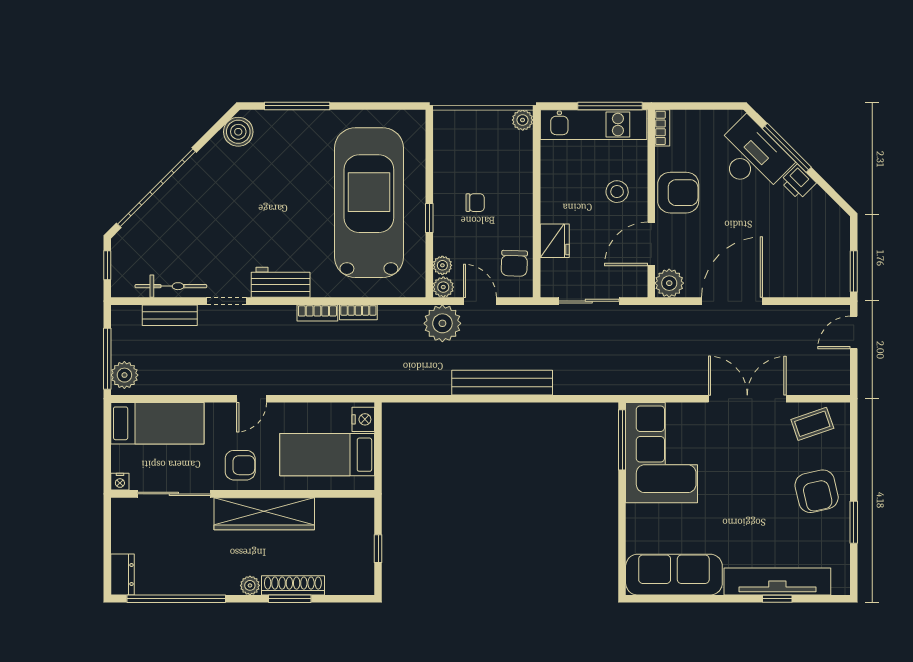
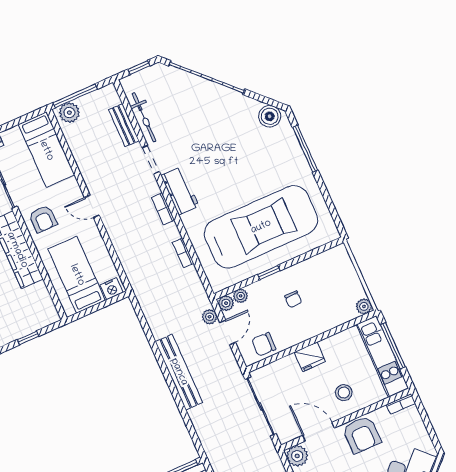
window: (610, 106) -> (393, 346), moved
fridge: (555, 241) -> (310, 357), moved
sliding door: (589, 301) -> (261, 406), width x1.37
bookcase: (317, 313) -> (163, 209), moved
plant: (442, 323) -> (210, 317), width x0.53, depth x0.53

